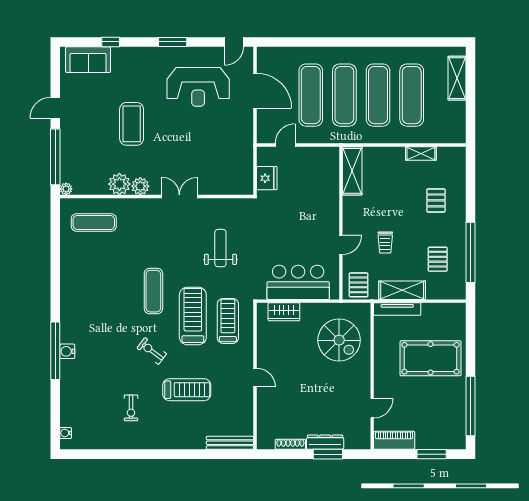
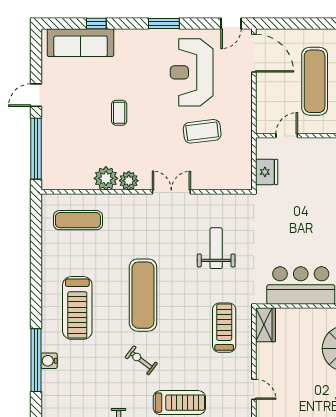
sofa: (88, 60) -> (81, 43), width x1.36
reception desk: (198, 87) -> (192, 72), turned 90
door: (255, 91) -> (254, 53), moved
coffee table: (132, 124) -> (119, 113), width x0.54, depth x0.58
coffee table: (208, 141) -> (202, 131), added
plant: (66, 189) -> (48, 184), removed
exercise mat: (153, 291) -> (143, 295), width x1.36, depth x1.45
wardrobe: (284, 312) -> (265, 325), moved, turned -90
treadmill: (193, 316) -> (77, 308), moved, turned 180

